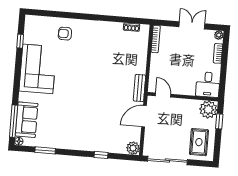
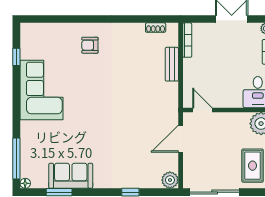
armchair: (65, 34) -> (90, 45), moved
bench: (139, 88) -> (172, 64), moved
sofa: (27, 120) -> (71, 176), moved, turned -90

